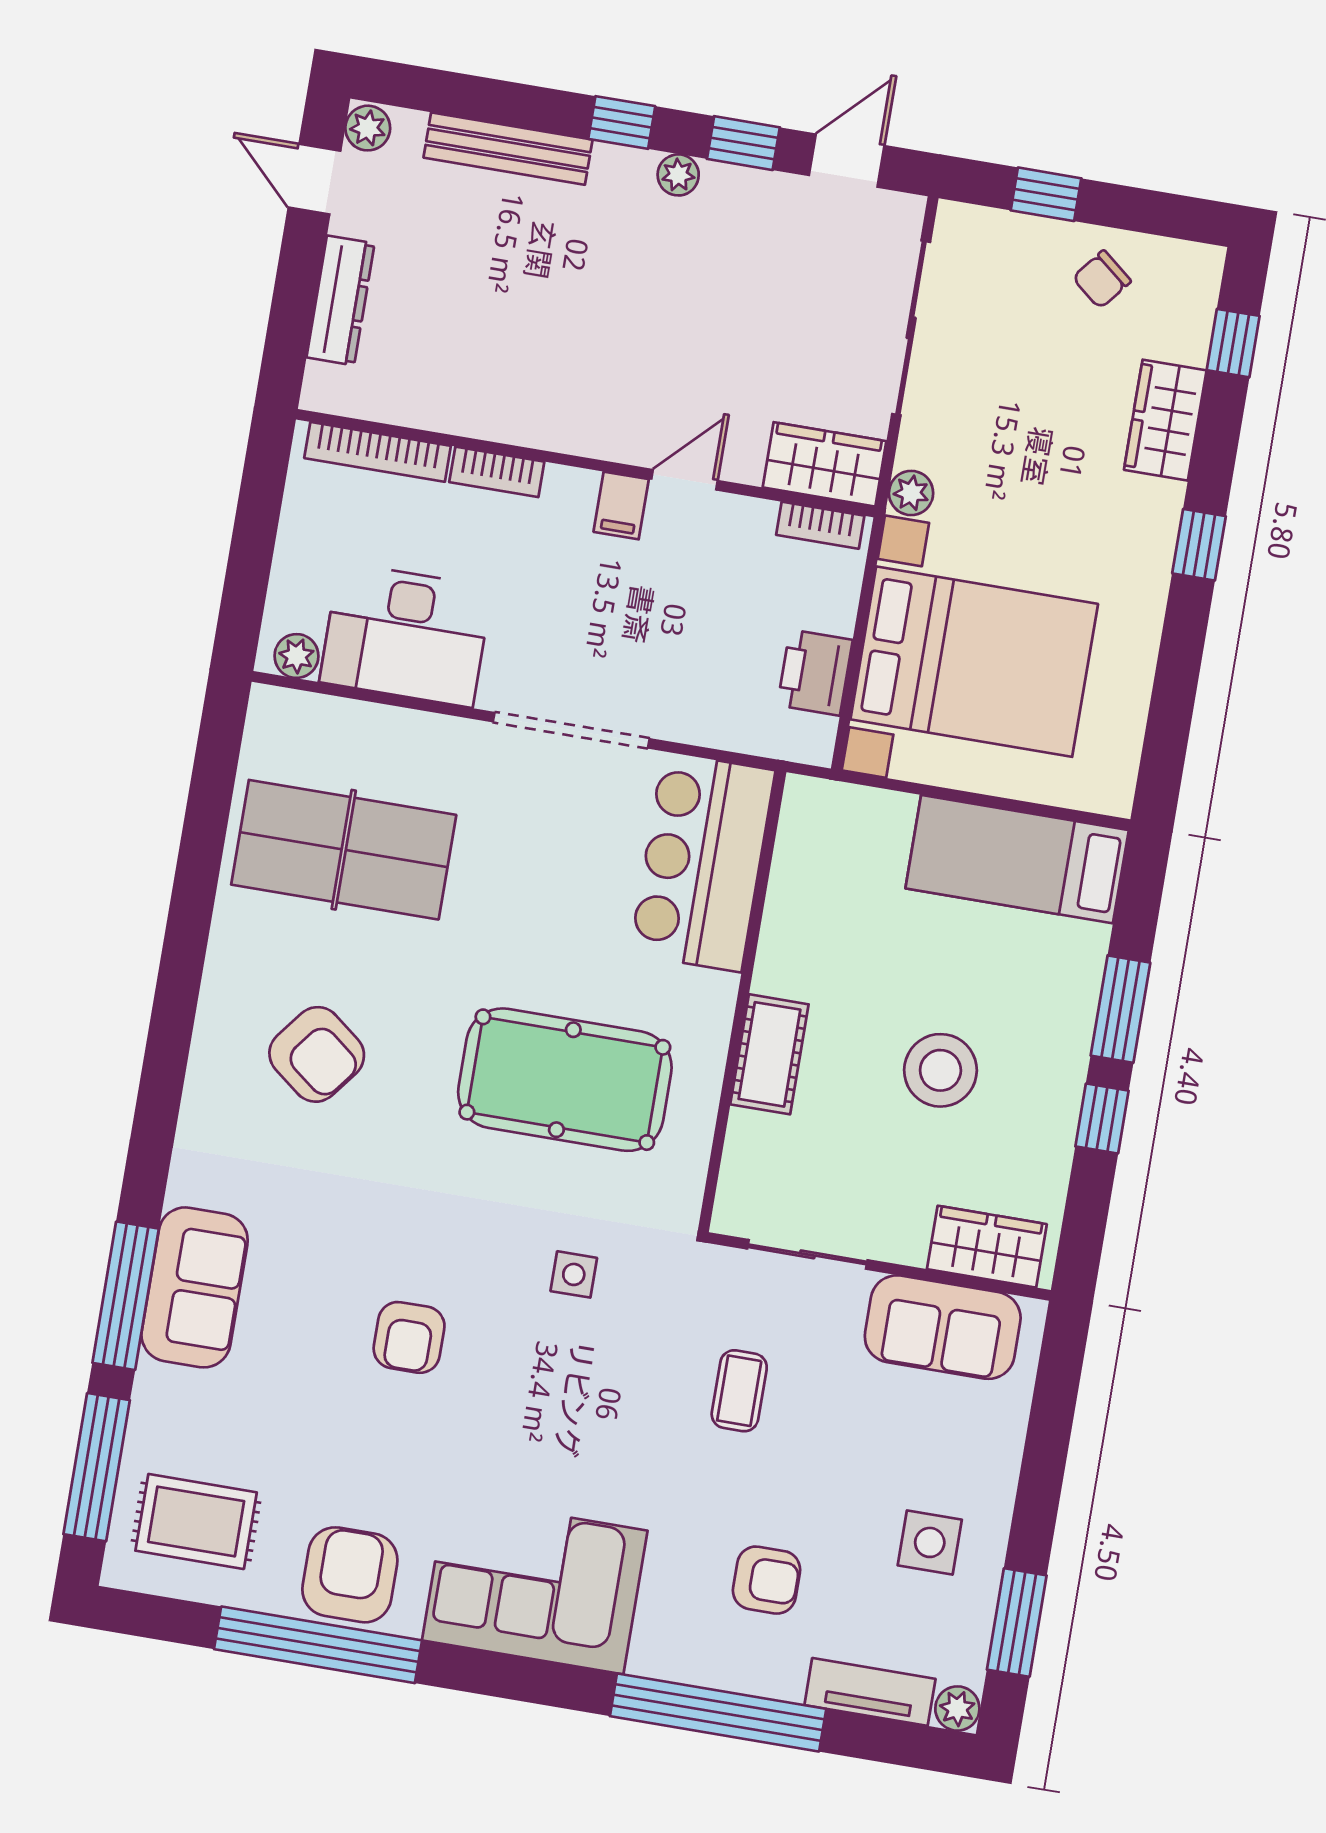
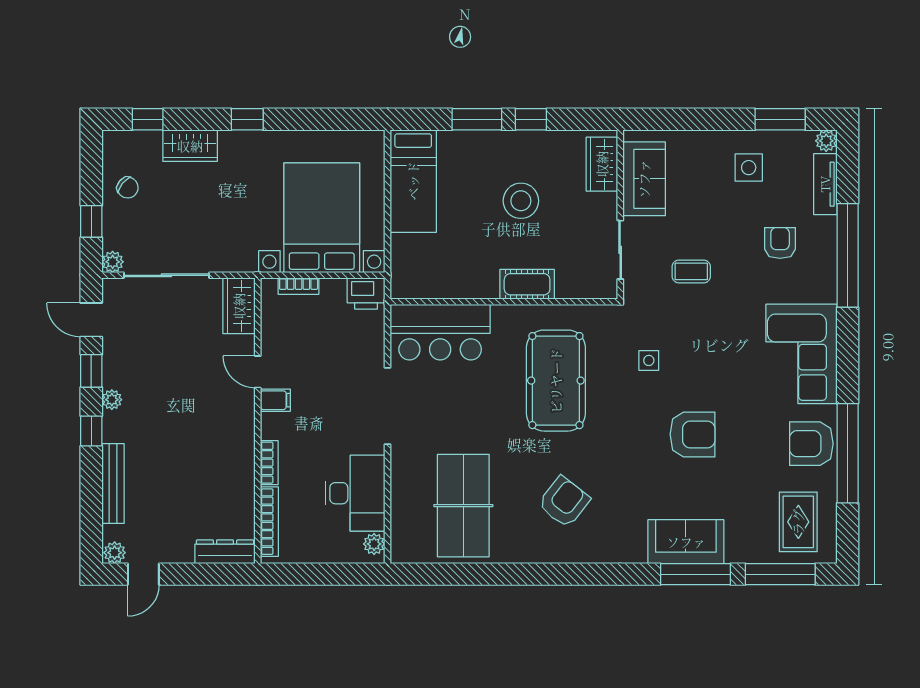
dresser: (341, 300) -> (225, 552), moved
plant: (911, 493) -> (113, 262), moved
bookcase: (820, 525) -> (299, 286), moved, turned 90
printer: (815, 673) -> (366, 293), moved
armchair: (409, 1337) -> (692, 434), width x1.38, depth x1.38

